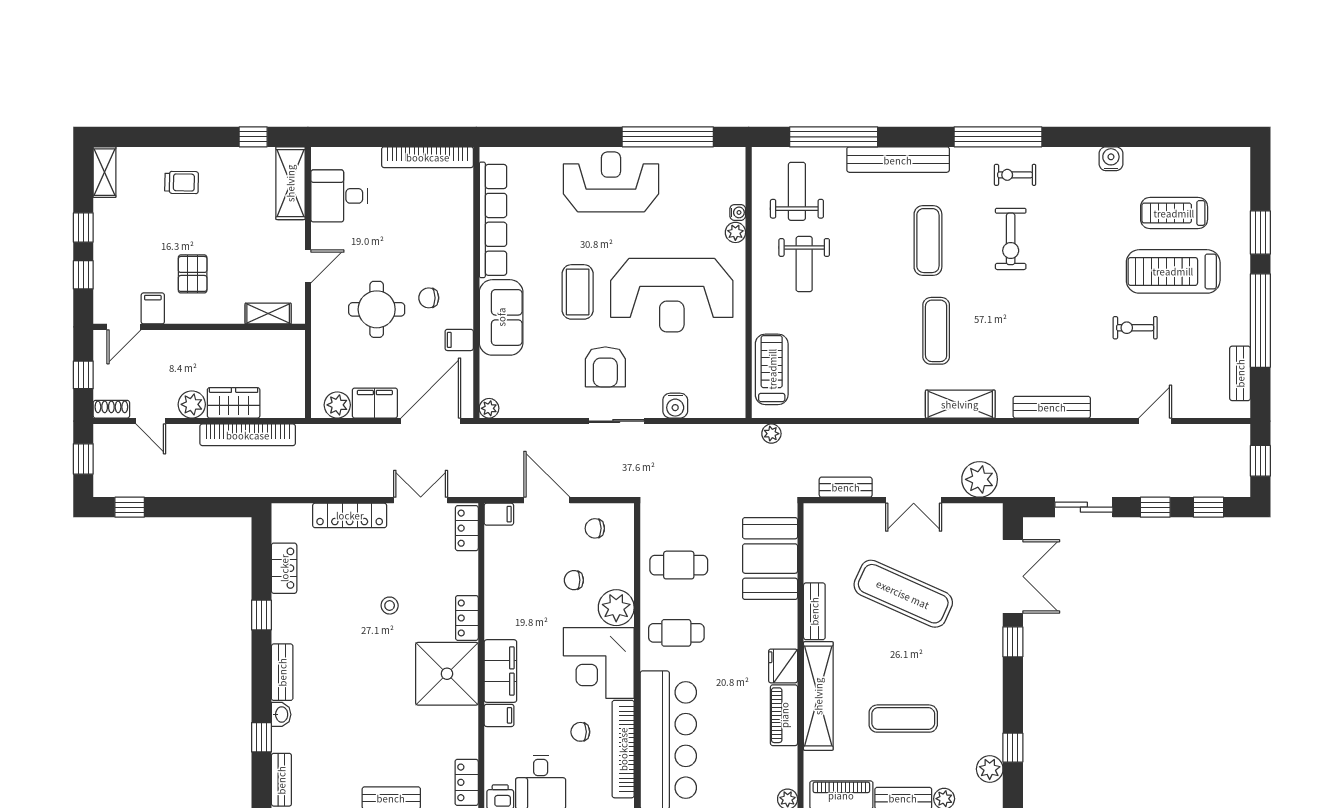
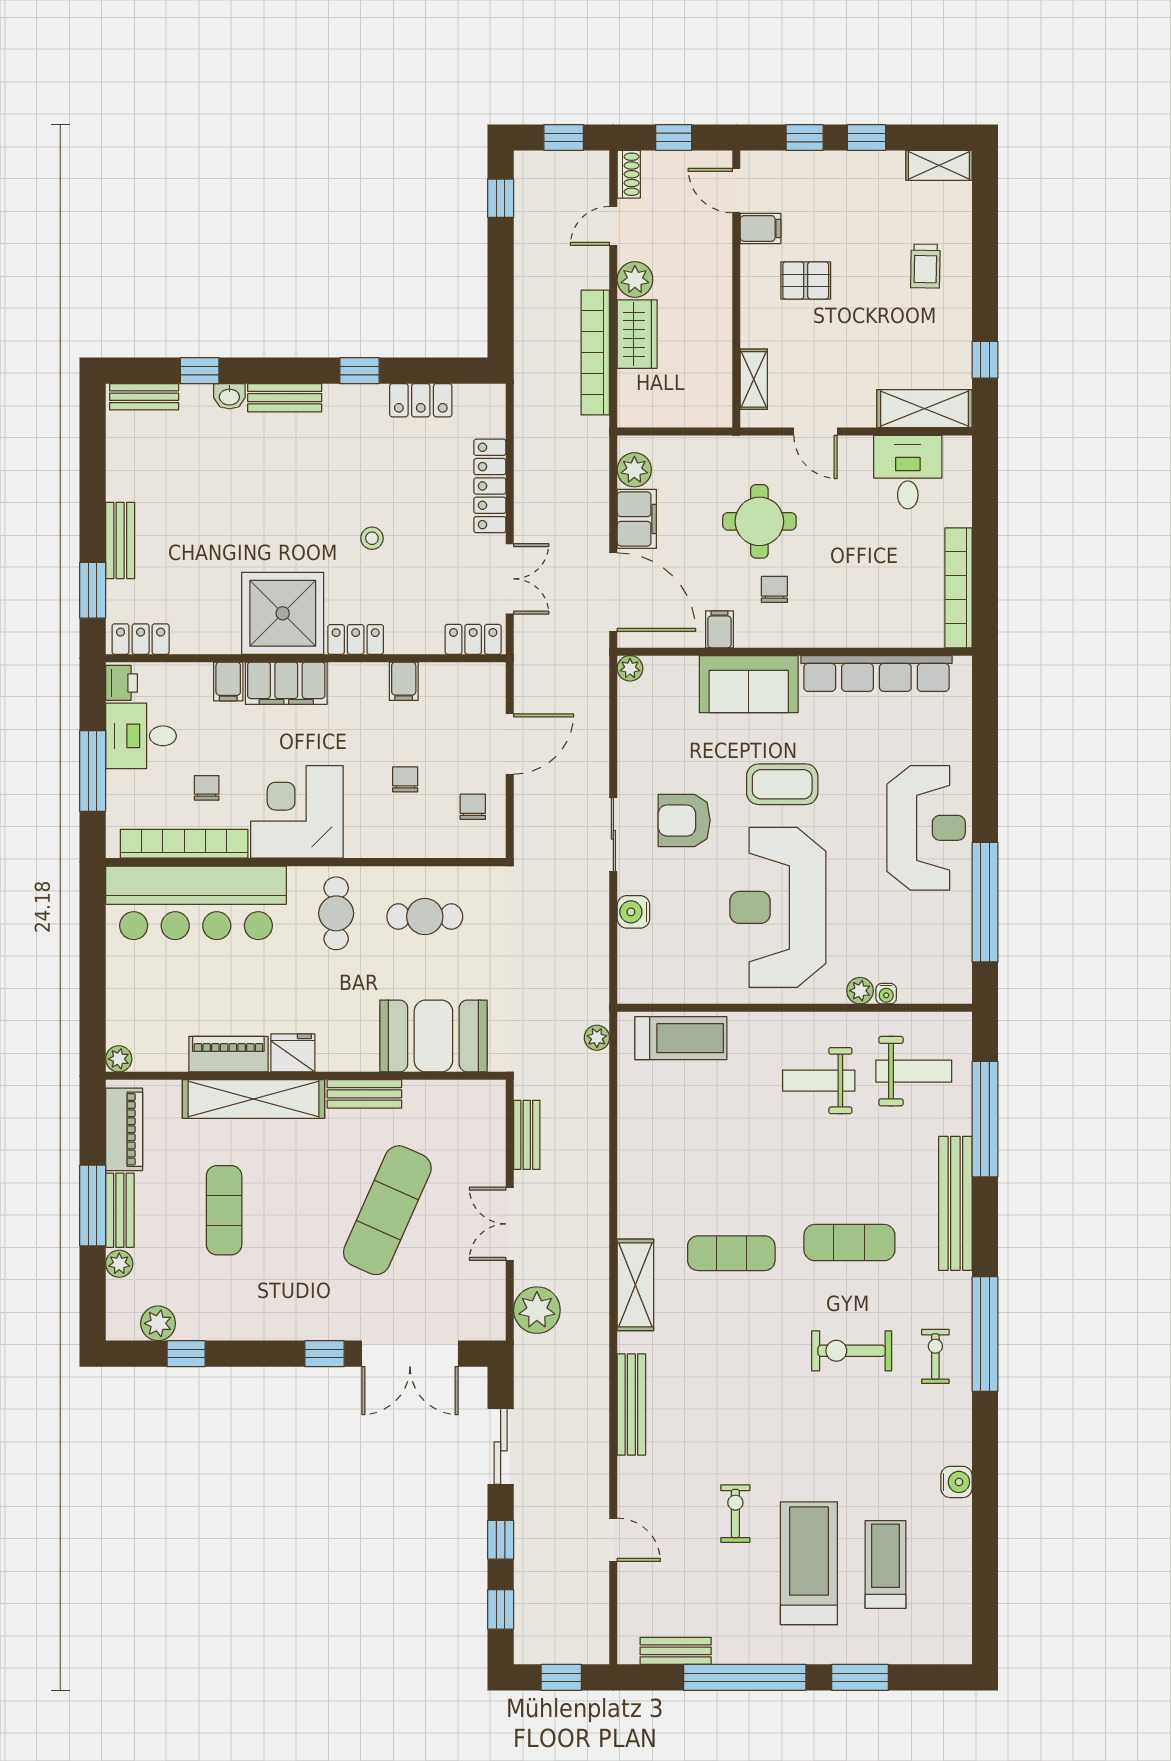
filing cabinet: (499, 514) -> (404, 681), moved
cafe table: (679, 565) -> (425, 917), turned 90
plant: (616, 608) -> (369, 835), removed

